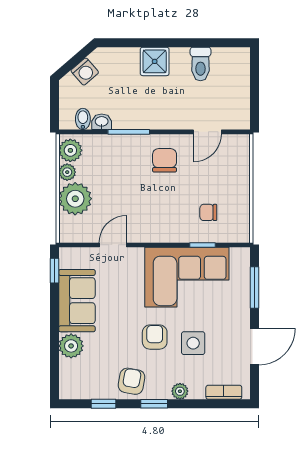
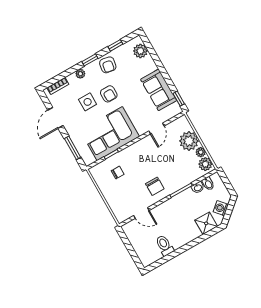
shower: (155, 61) -> (206, 223), moved
door: (207, 132) -> (141, 213), swing flipped
plant: (71, 346) -> (140, 51), moved

